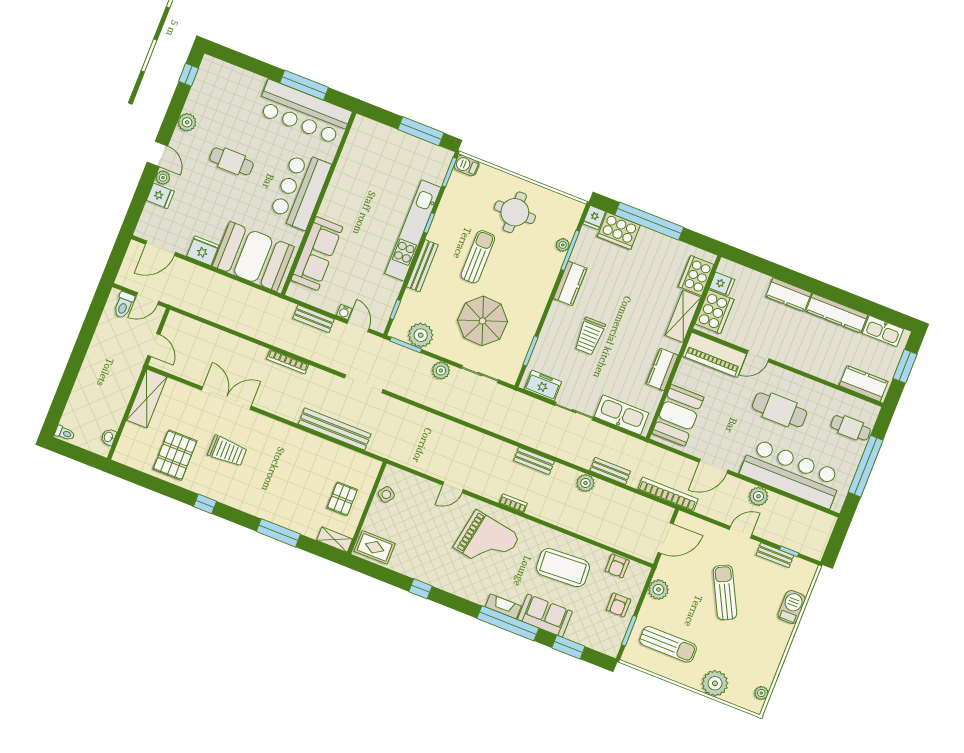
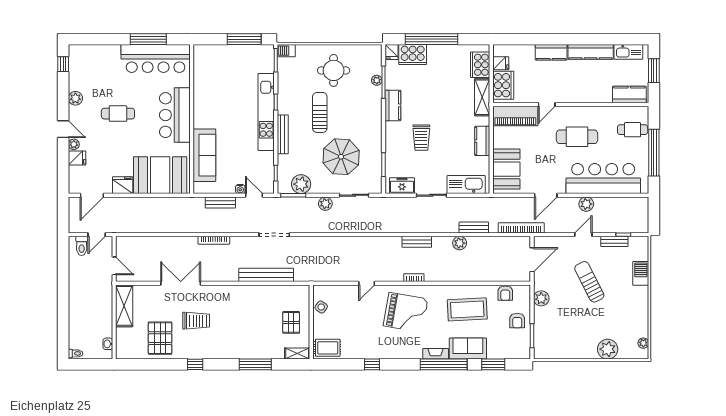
sun lounger: (668, 644) -> (563, 335), removed

